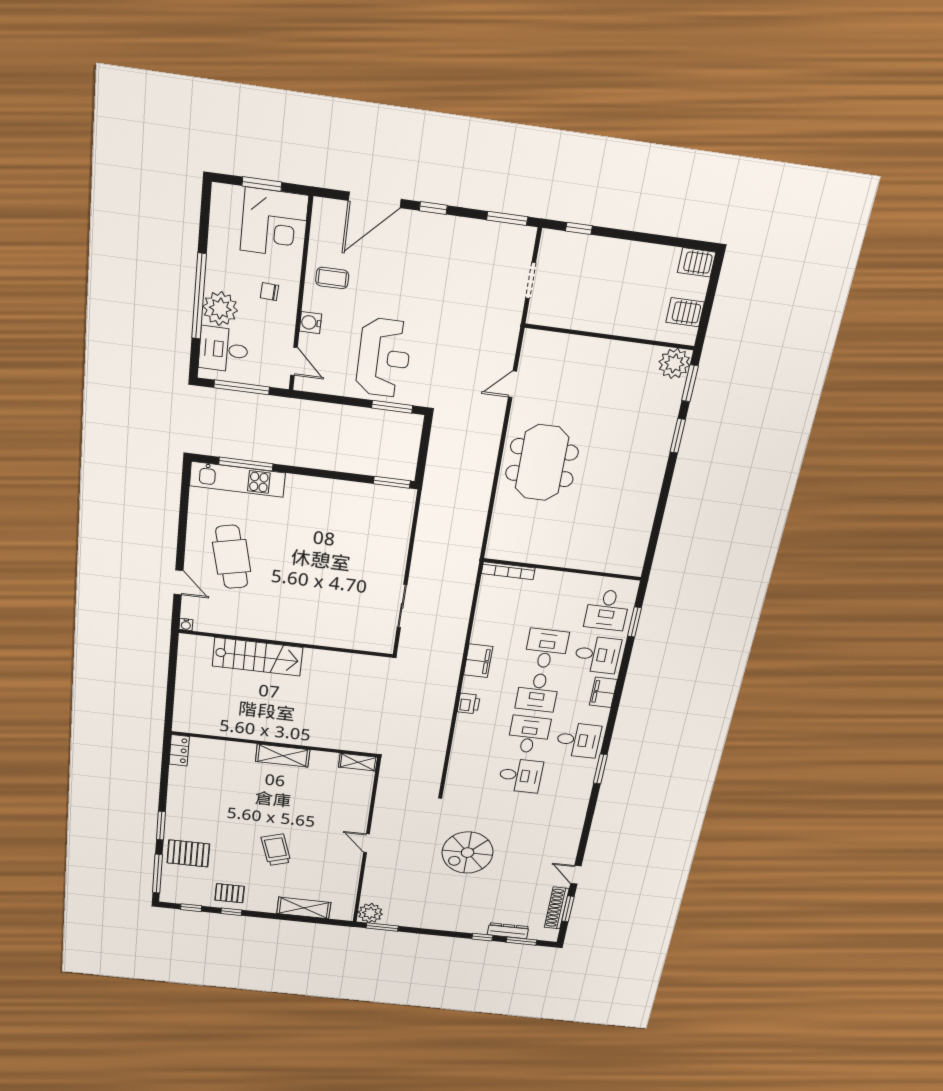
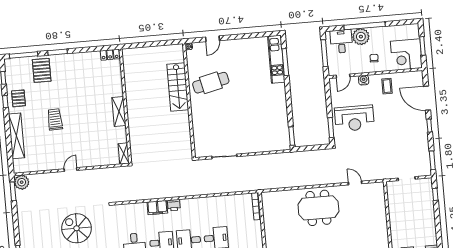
cafe table: (232, 557) -> (211, 83), moved
filing cabinet: (478, 661) -> (157, 207), moved
trolley: (276, 850) -> (55, 119), turned -74
shelving: (304, 908) -> (16, 136), width x1.47

